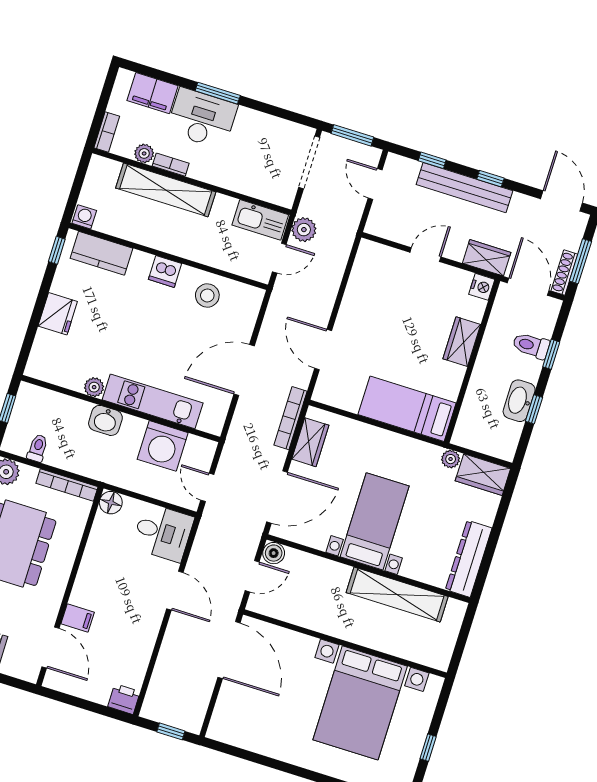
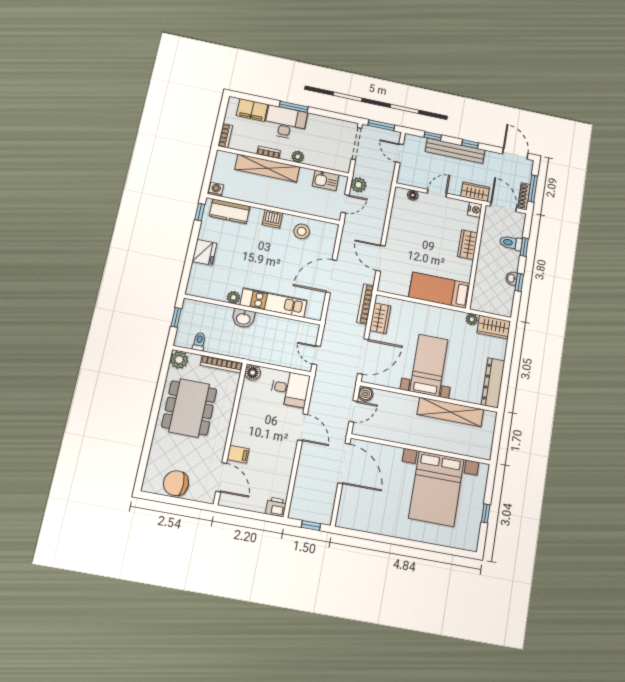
plant: (144, 153) -> (298, 157), moved
kitchen sink: (260, 220) -> (326, 180), width x0.73
floor lamp: (387, 254) -> (413, 195), added
washbasin: (519, 401) -> (511, 278), width x0.52, depth x0.69
washing machine: (163, 446) -> (283, 331), removed

